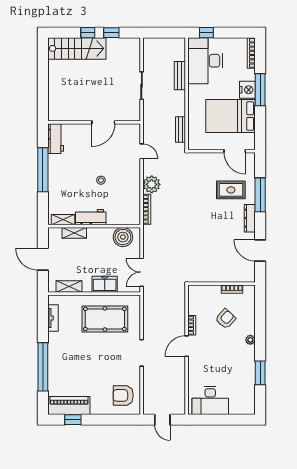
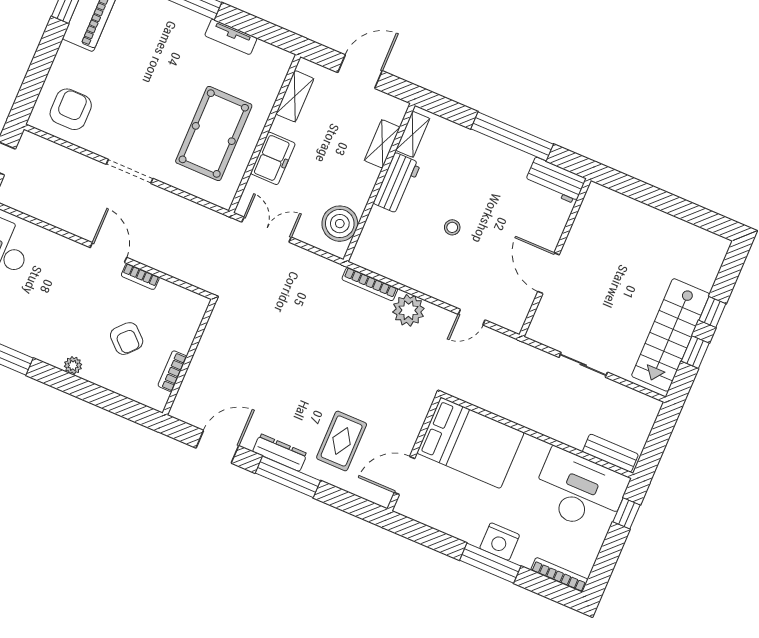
stairs: (77, 48) -> (671, 335), moved
bench: (180, 76) -> (610, 453), moved
bed: (231, 116) -> (470, 443), moved, turned 90
bench: (180, 129) -> (481, 399), removed
window: (260, 195) -> (288, 477), moved
tv unit: (53, 318) -> (231, 37), moved

